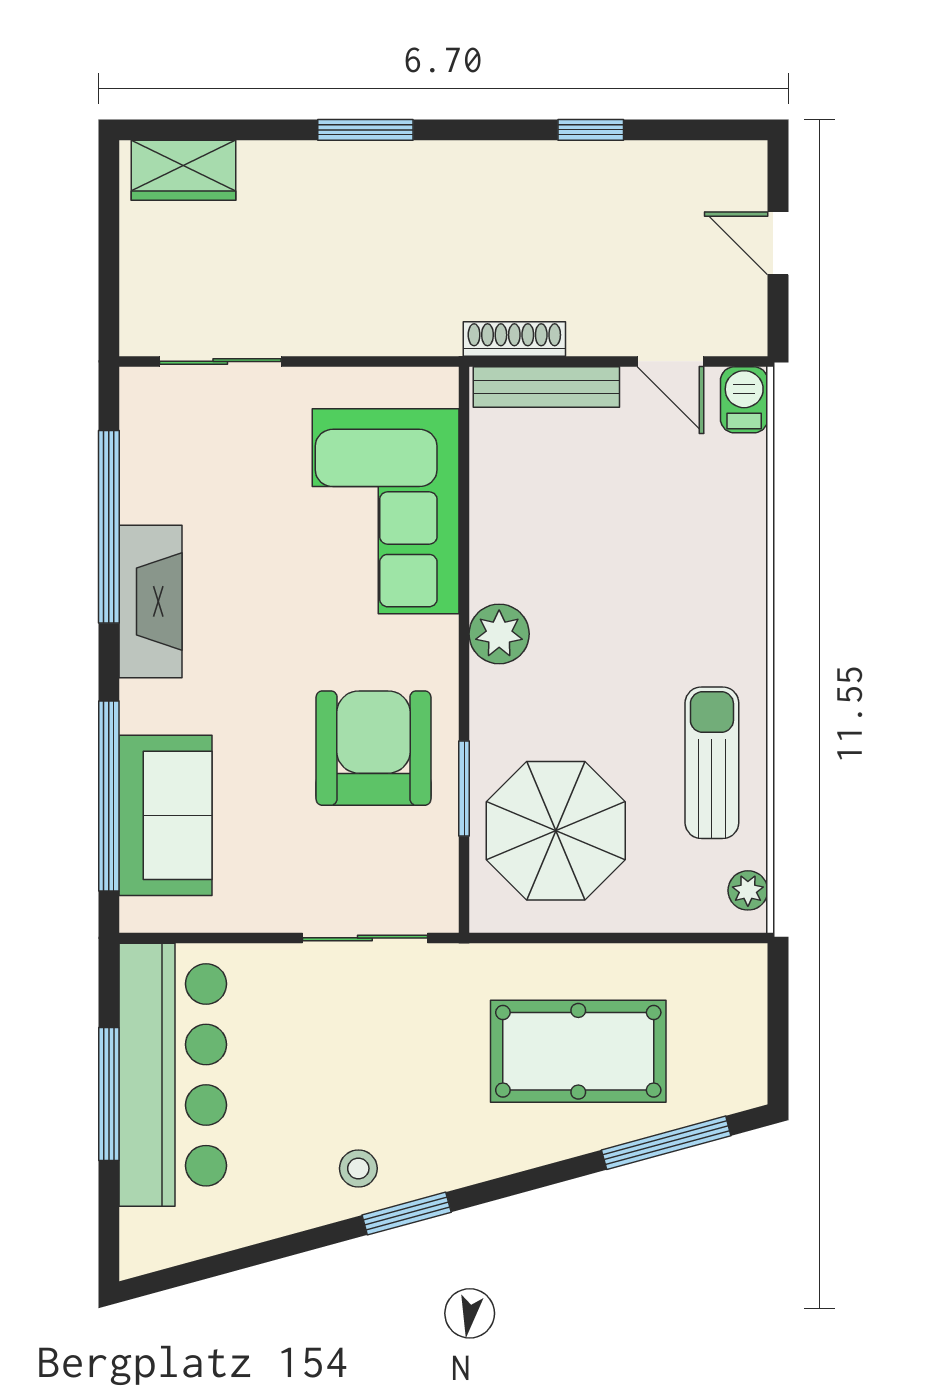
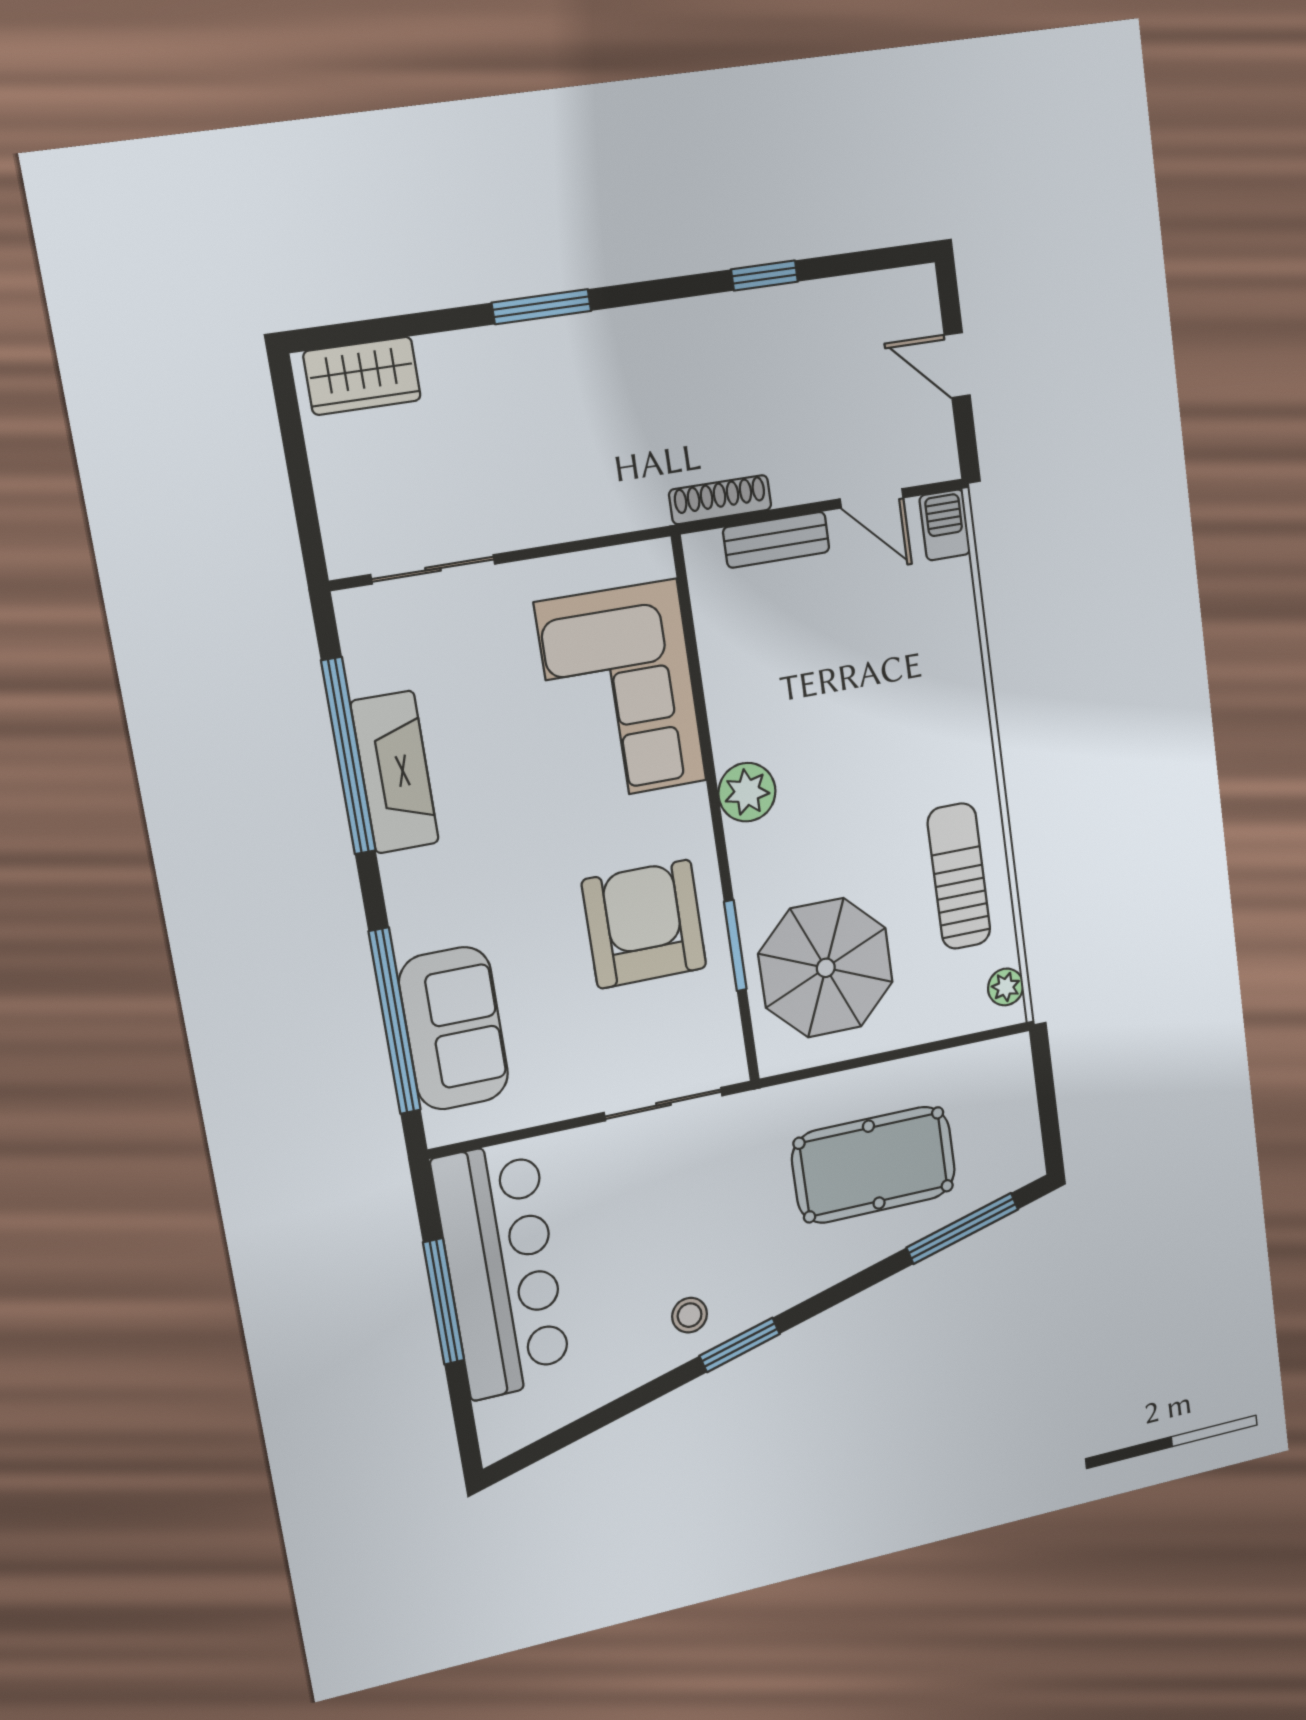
bench: (546, 387) -> (776, 540), width x0.73
fireplace: (151, 601) -> (395, 772), moved

